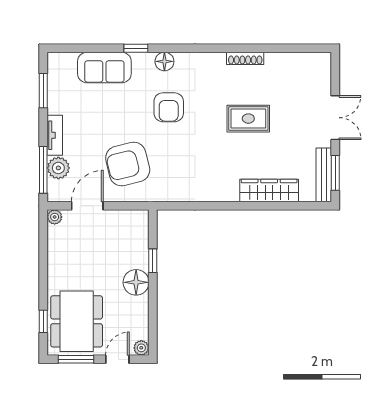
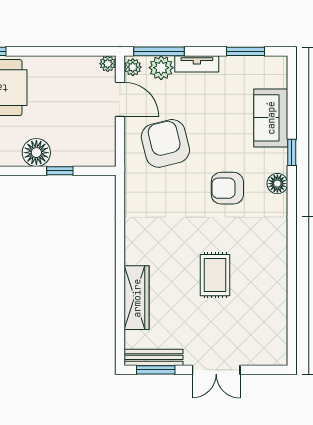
shoe rack: (245, 58) -> (281, 272), removed
plant: (58, 194) -> (133, 67), added

